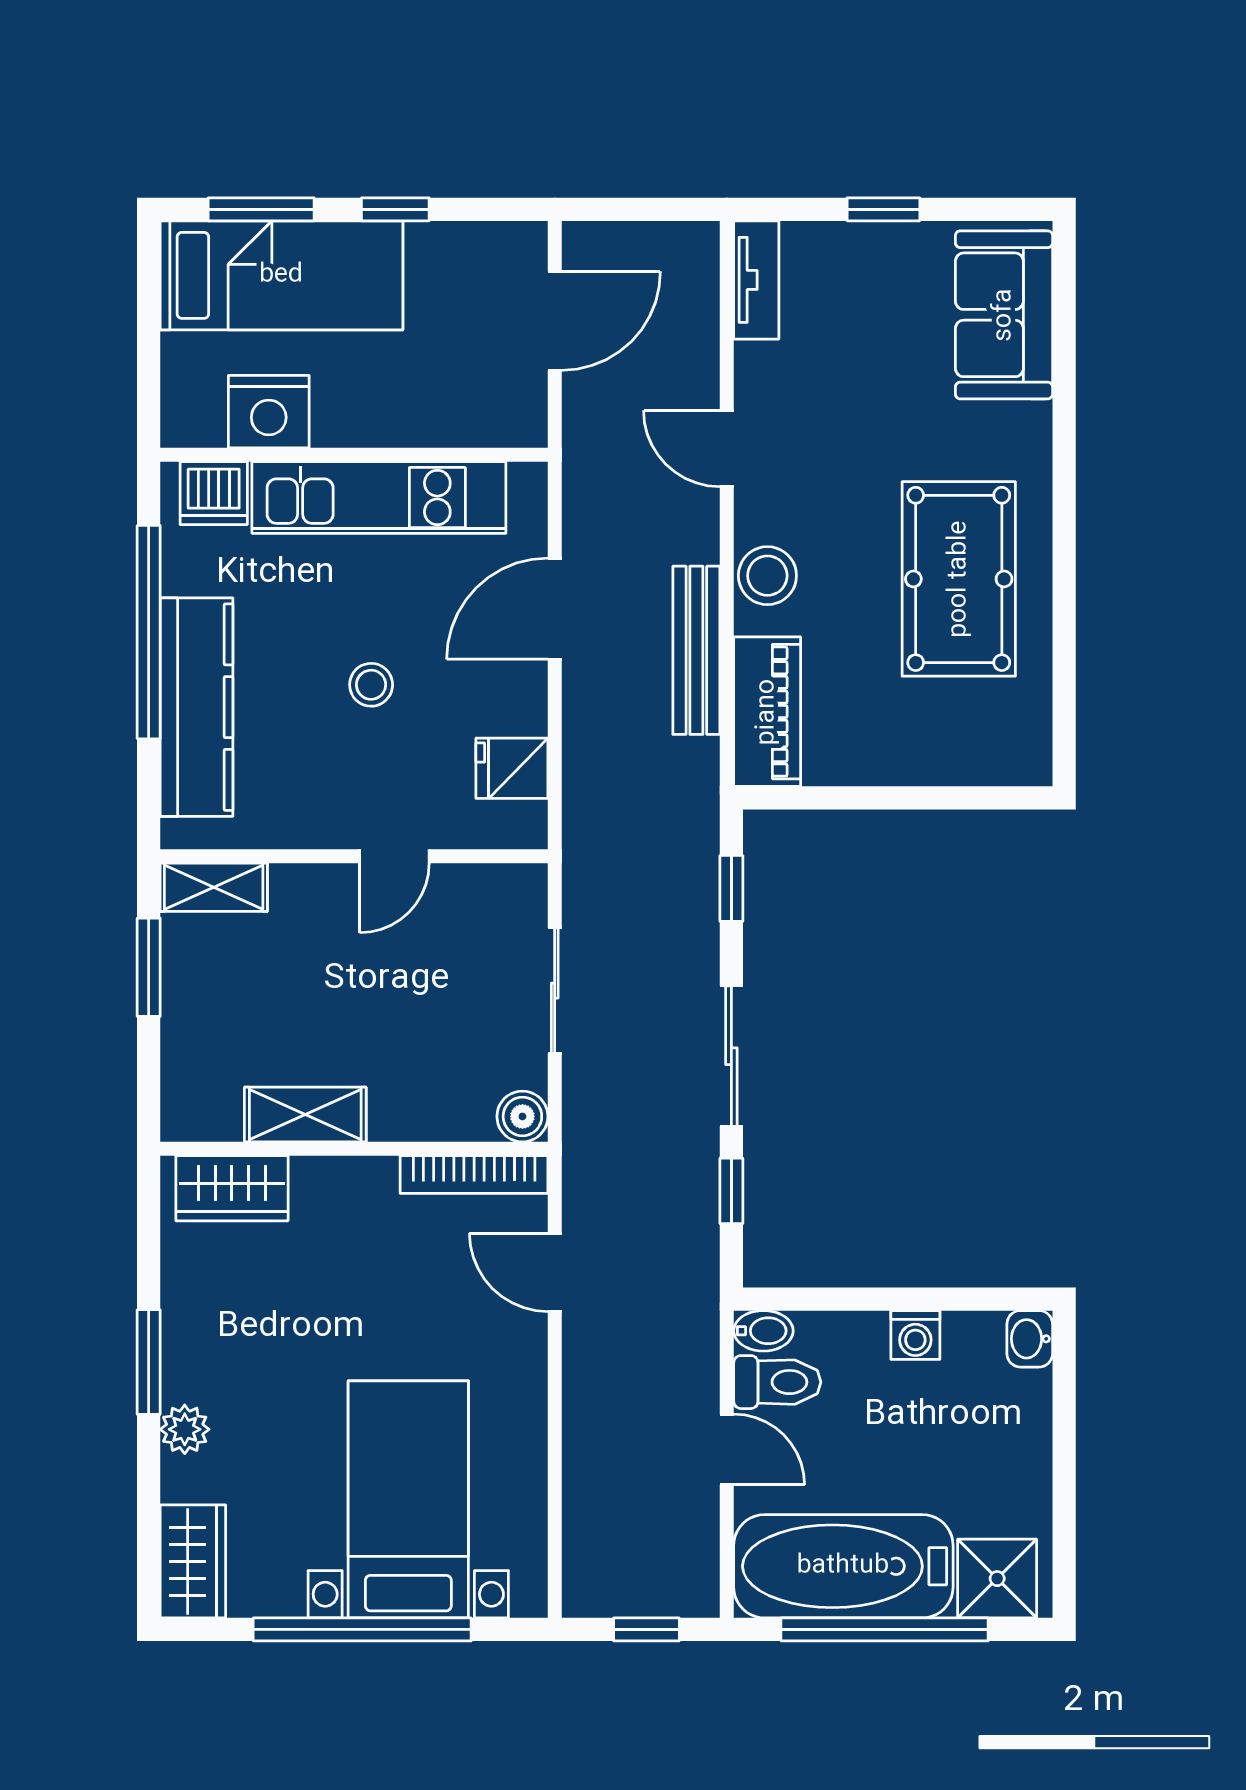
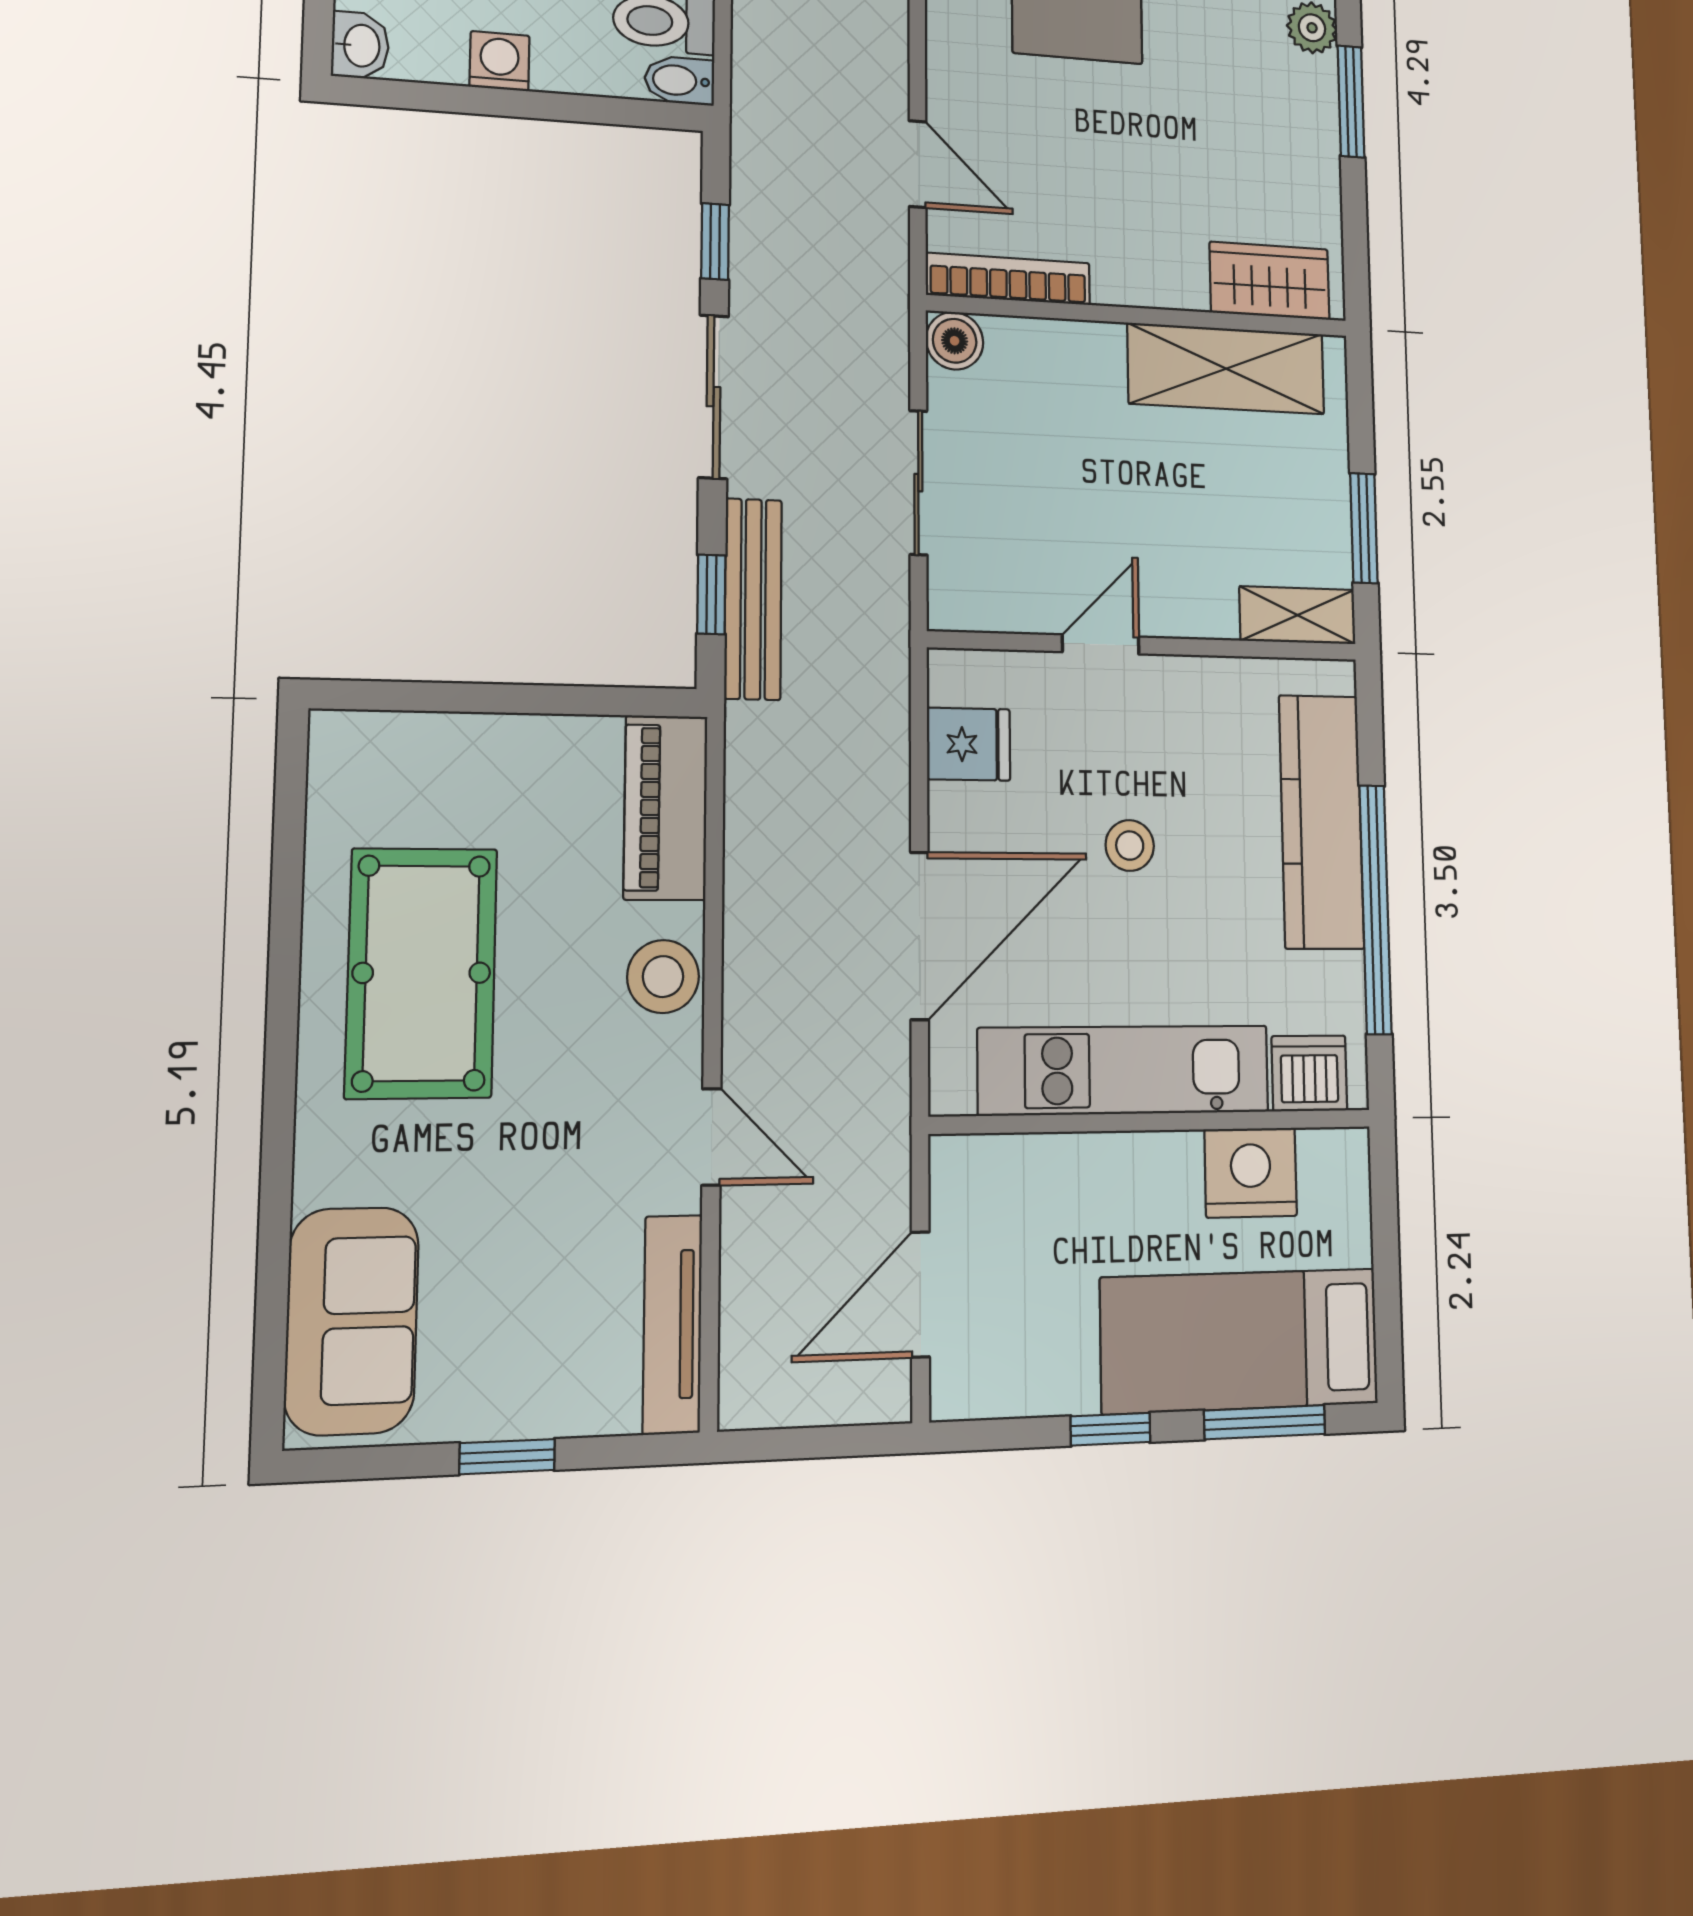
tv unit: (756, 280) -> (672, 1324), width x1.41
door: (555, 609) -> (919, 936), width x1.36
bench: (696, 650) -> (753, 599), moved
shelving: (305, 1115) -> (1226, 369), width x1.50, depth x1.33

